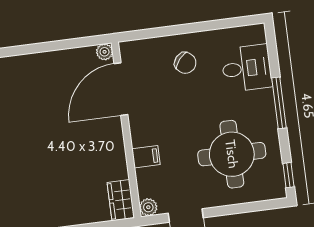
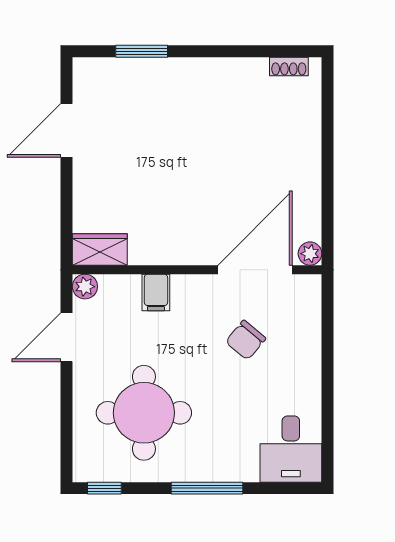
chair: (185, 63) -> (246, 340), moved
desk: (247, 68) -> (291, 449), moved
door: (121, 89) -> (255, 270), hinge flipped

